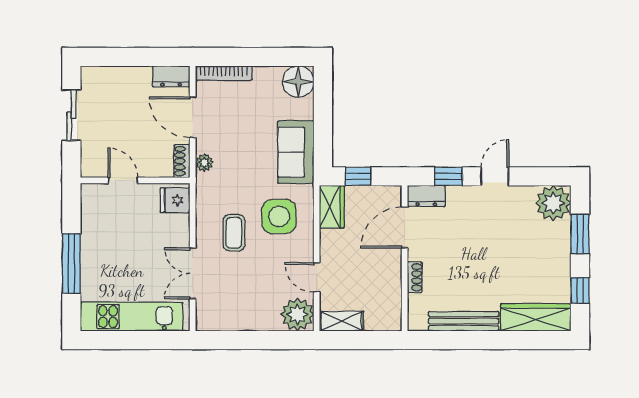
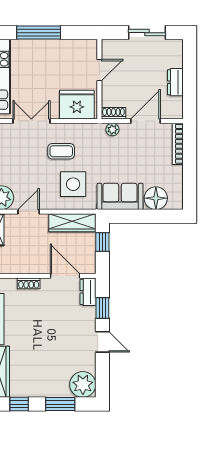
dresser: (171, 76) -> (175, 82), moved
floor lamp: (298, 82) -> (156, 198), moved
fridge: (175, 200) -> (77, 105), width x1.88, depth x1.34
wardrobe: (332, 207) -> (72, 223), width x1.50

